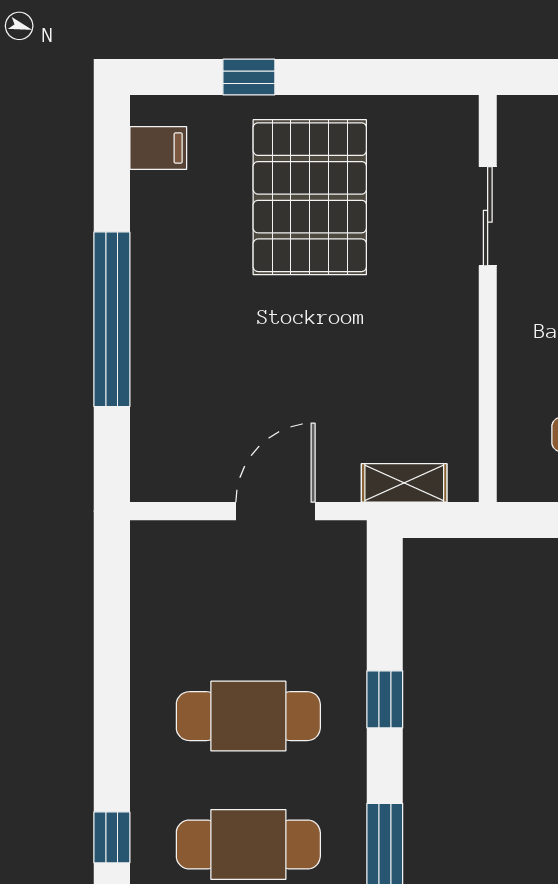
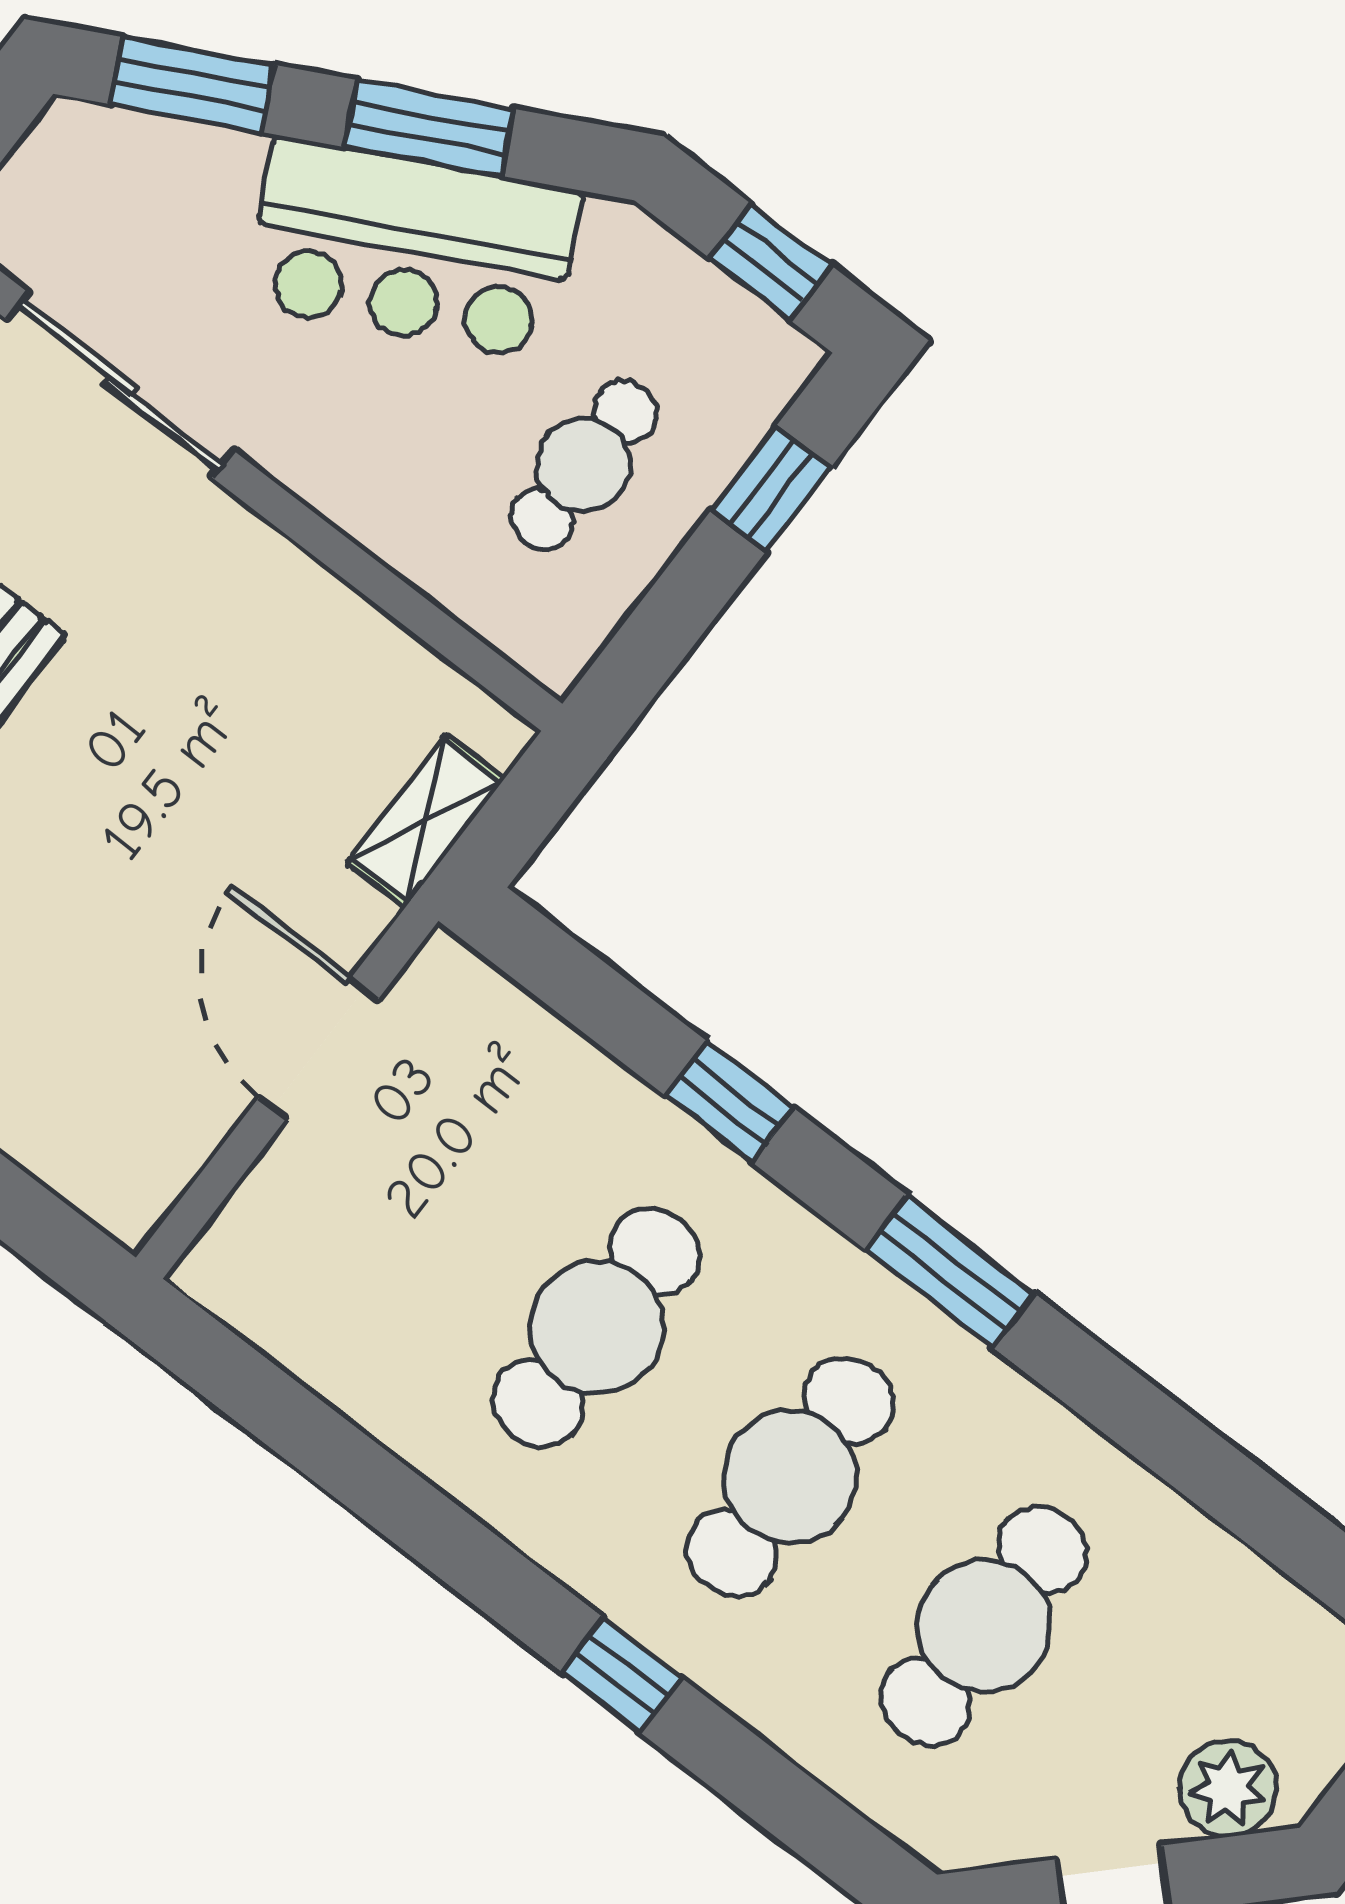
sliding door: (488, 216) -> (120, 385), width x1.37

